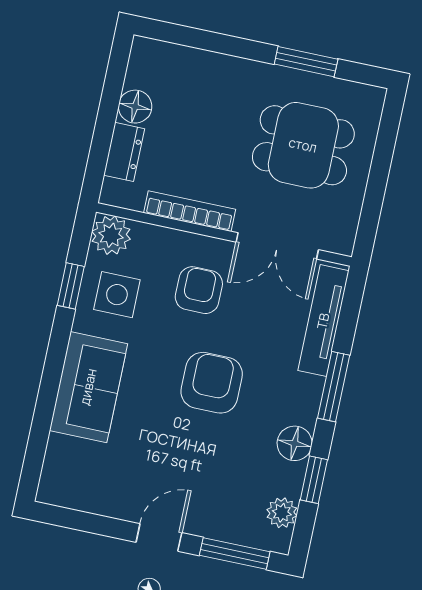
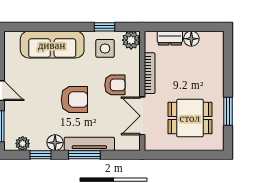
dining table: (303, 145) -> (190, 118), turned 90
tv unit: (323, 321) -> (89, 144), moved
sofa: (88, 387) -> (52, 45), width x1.36

